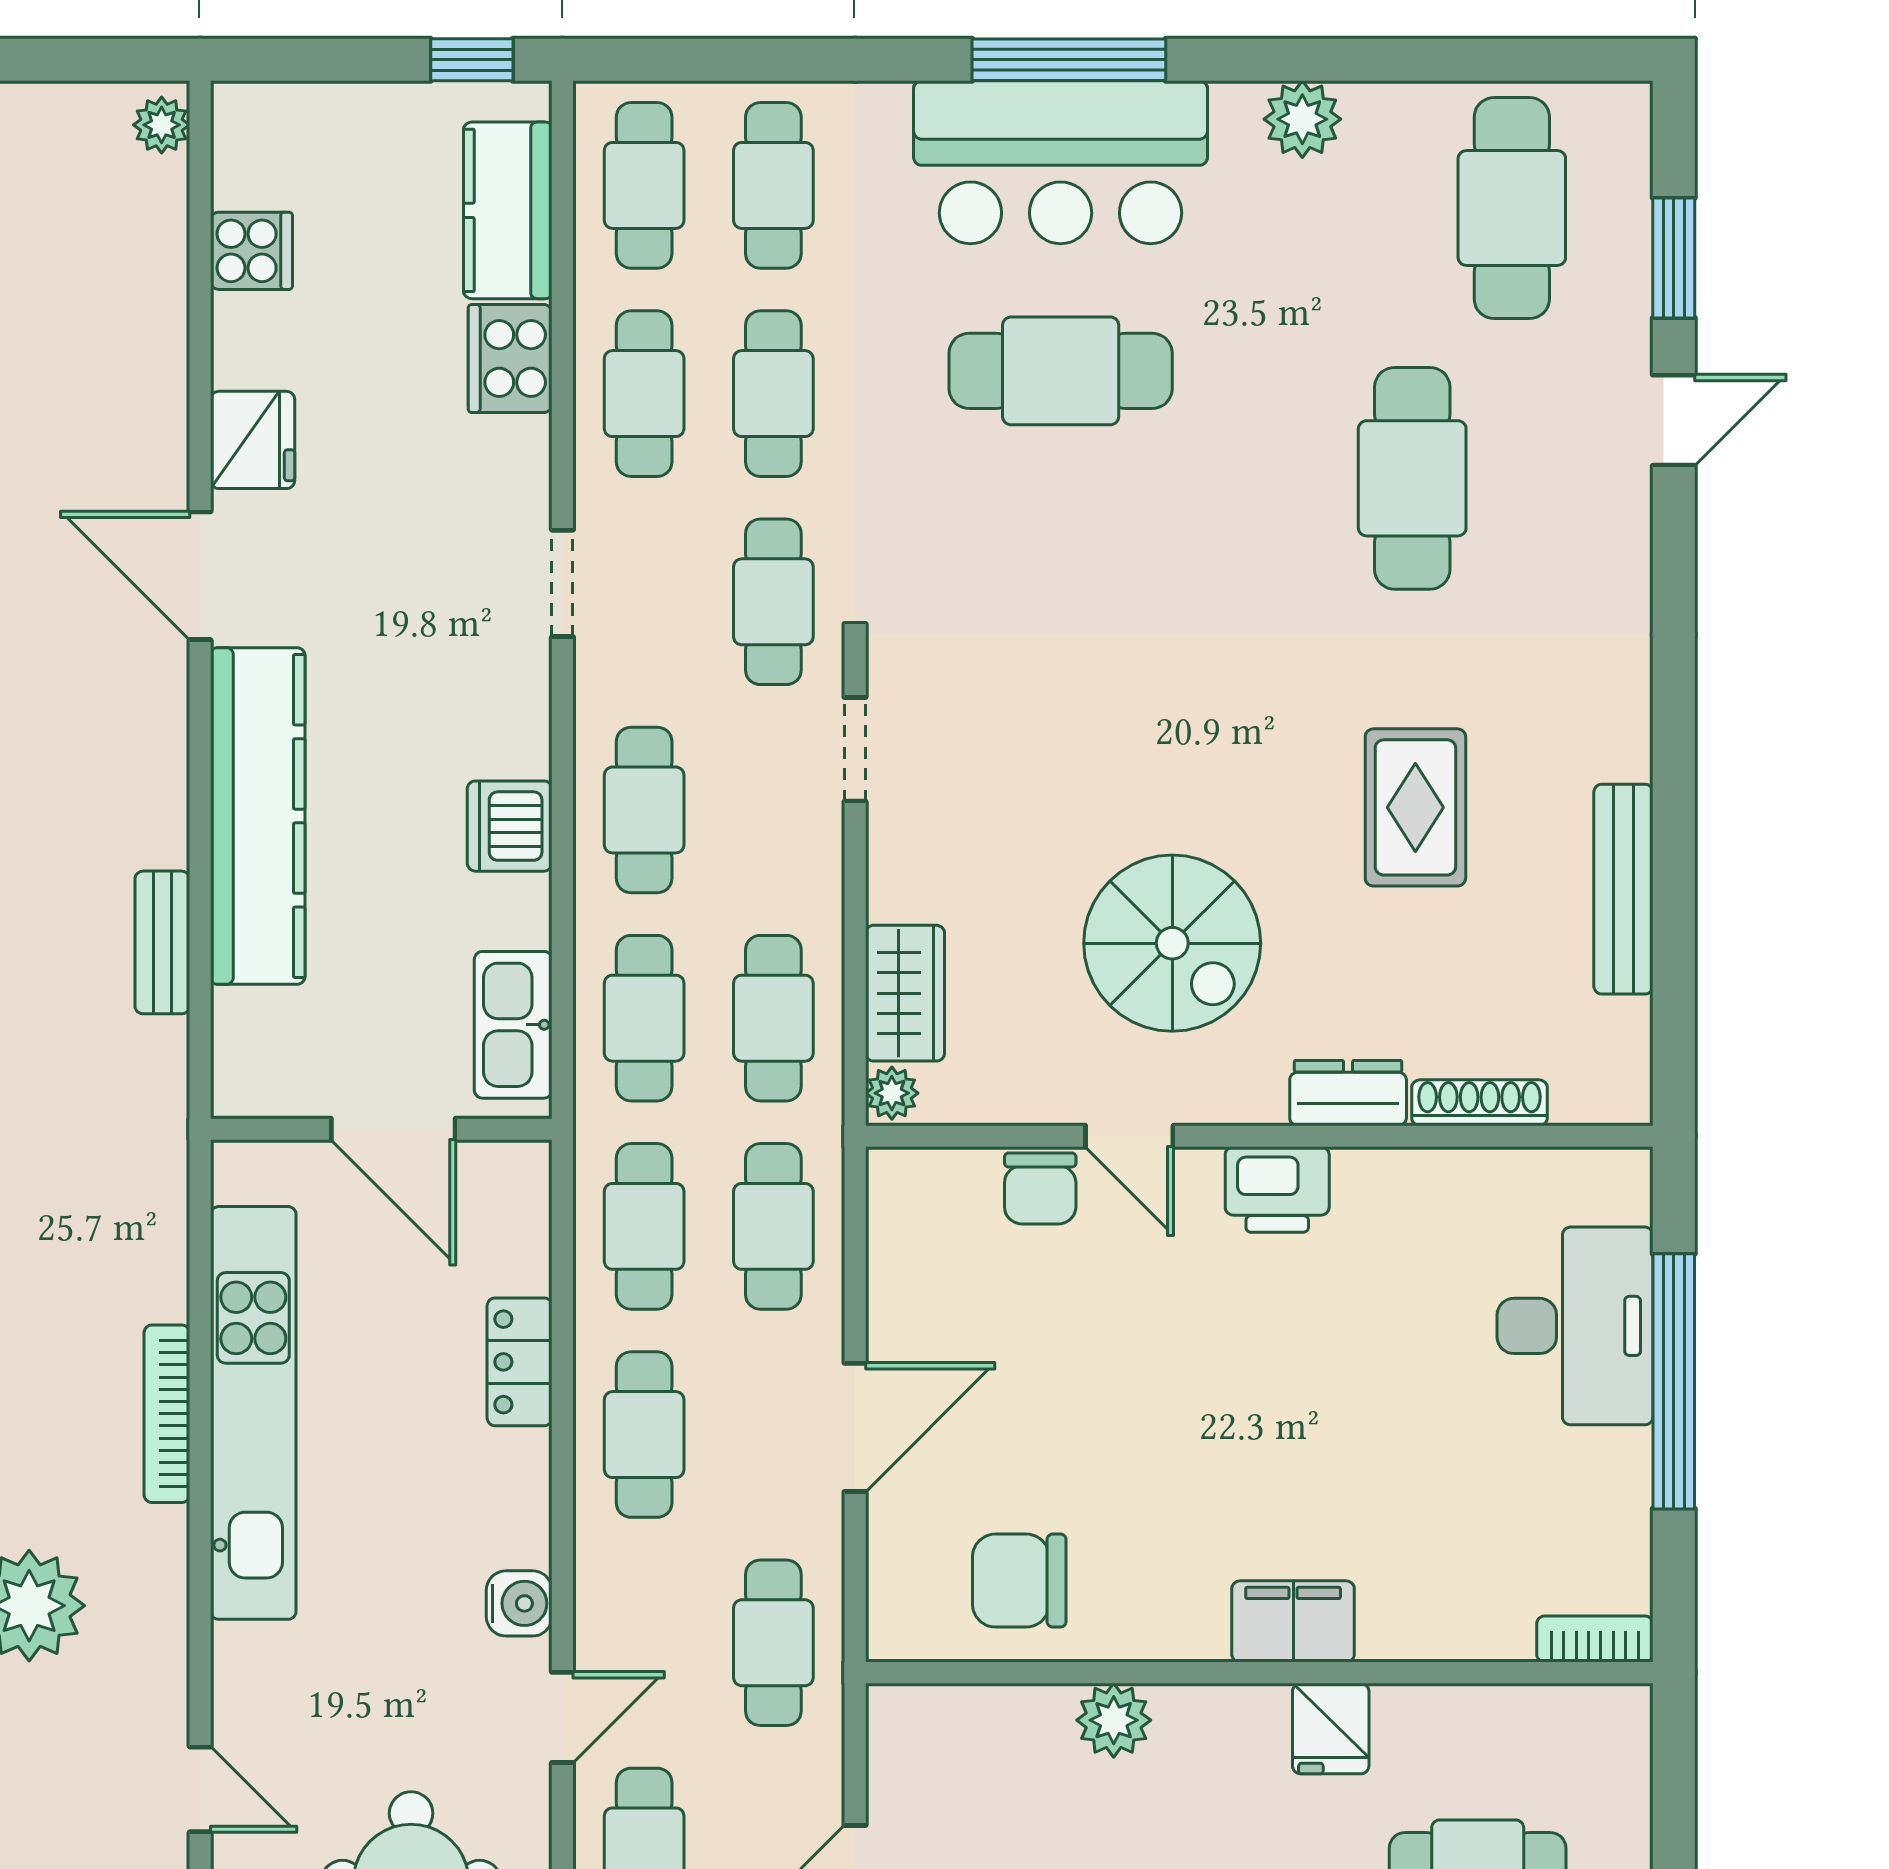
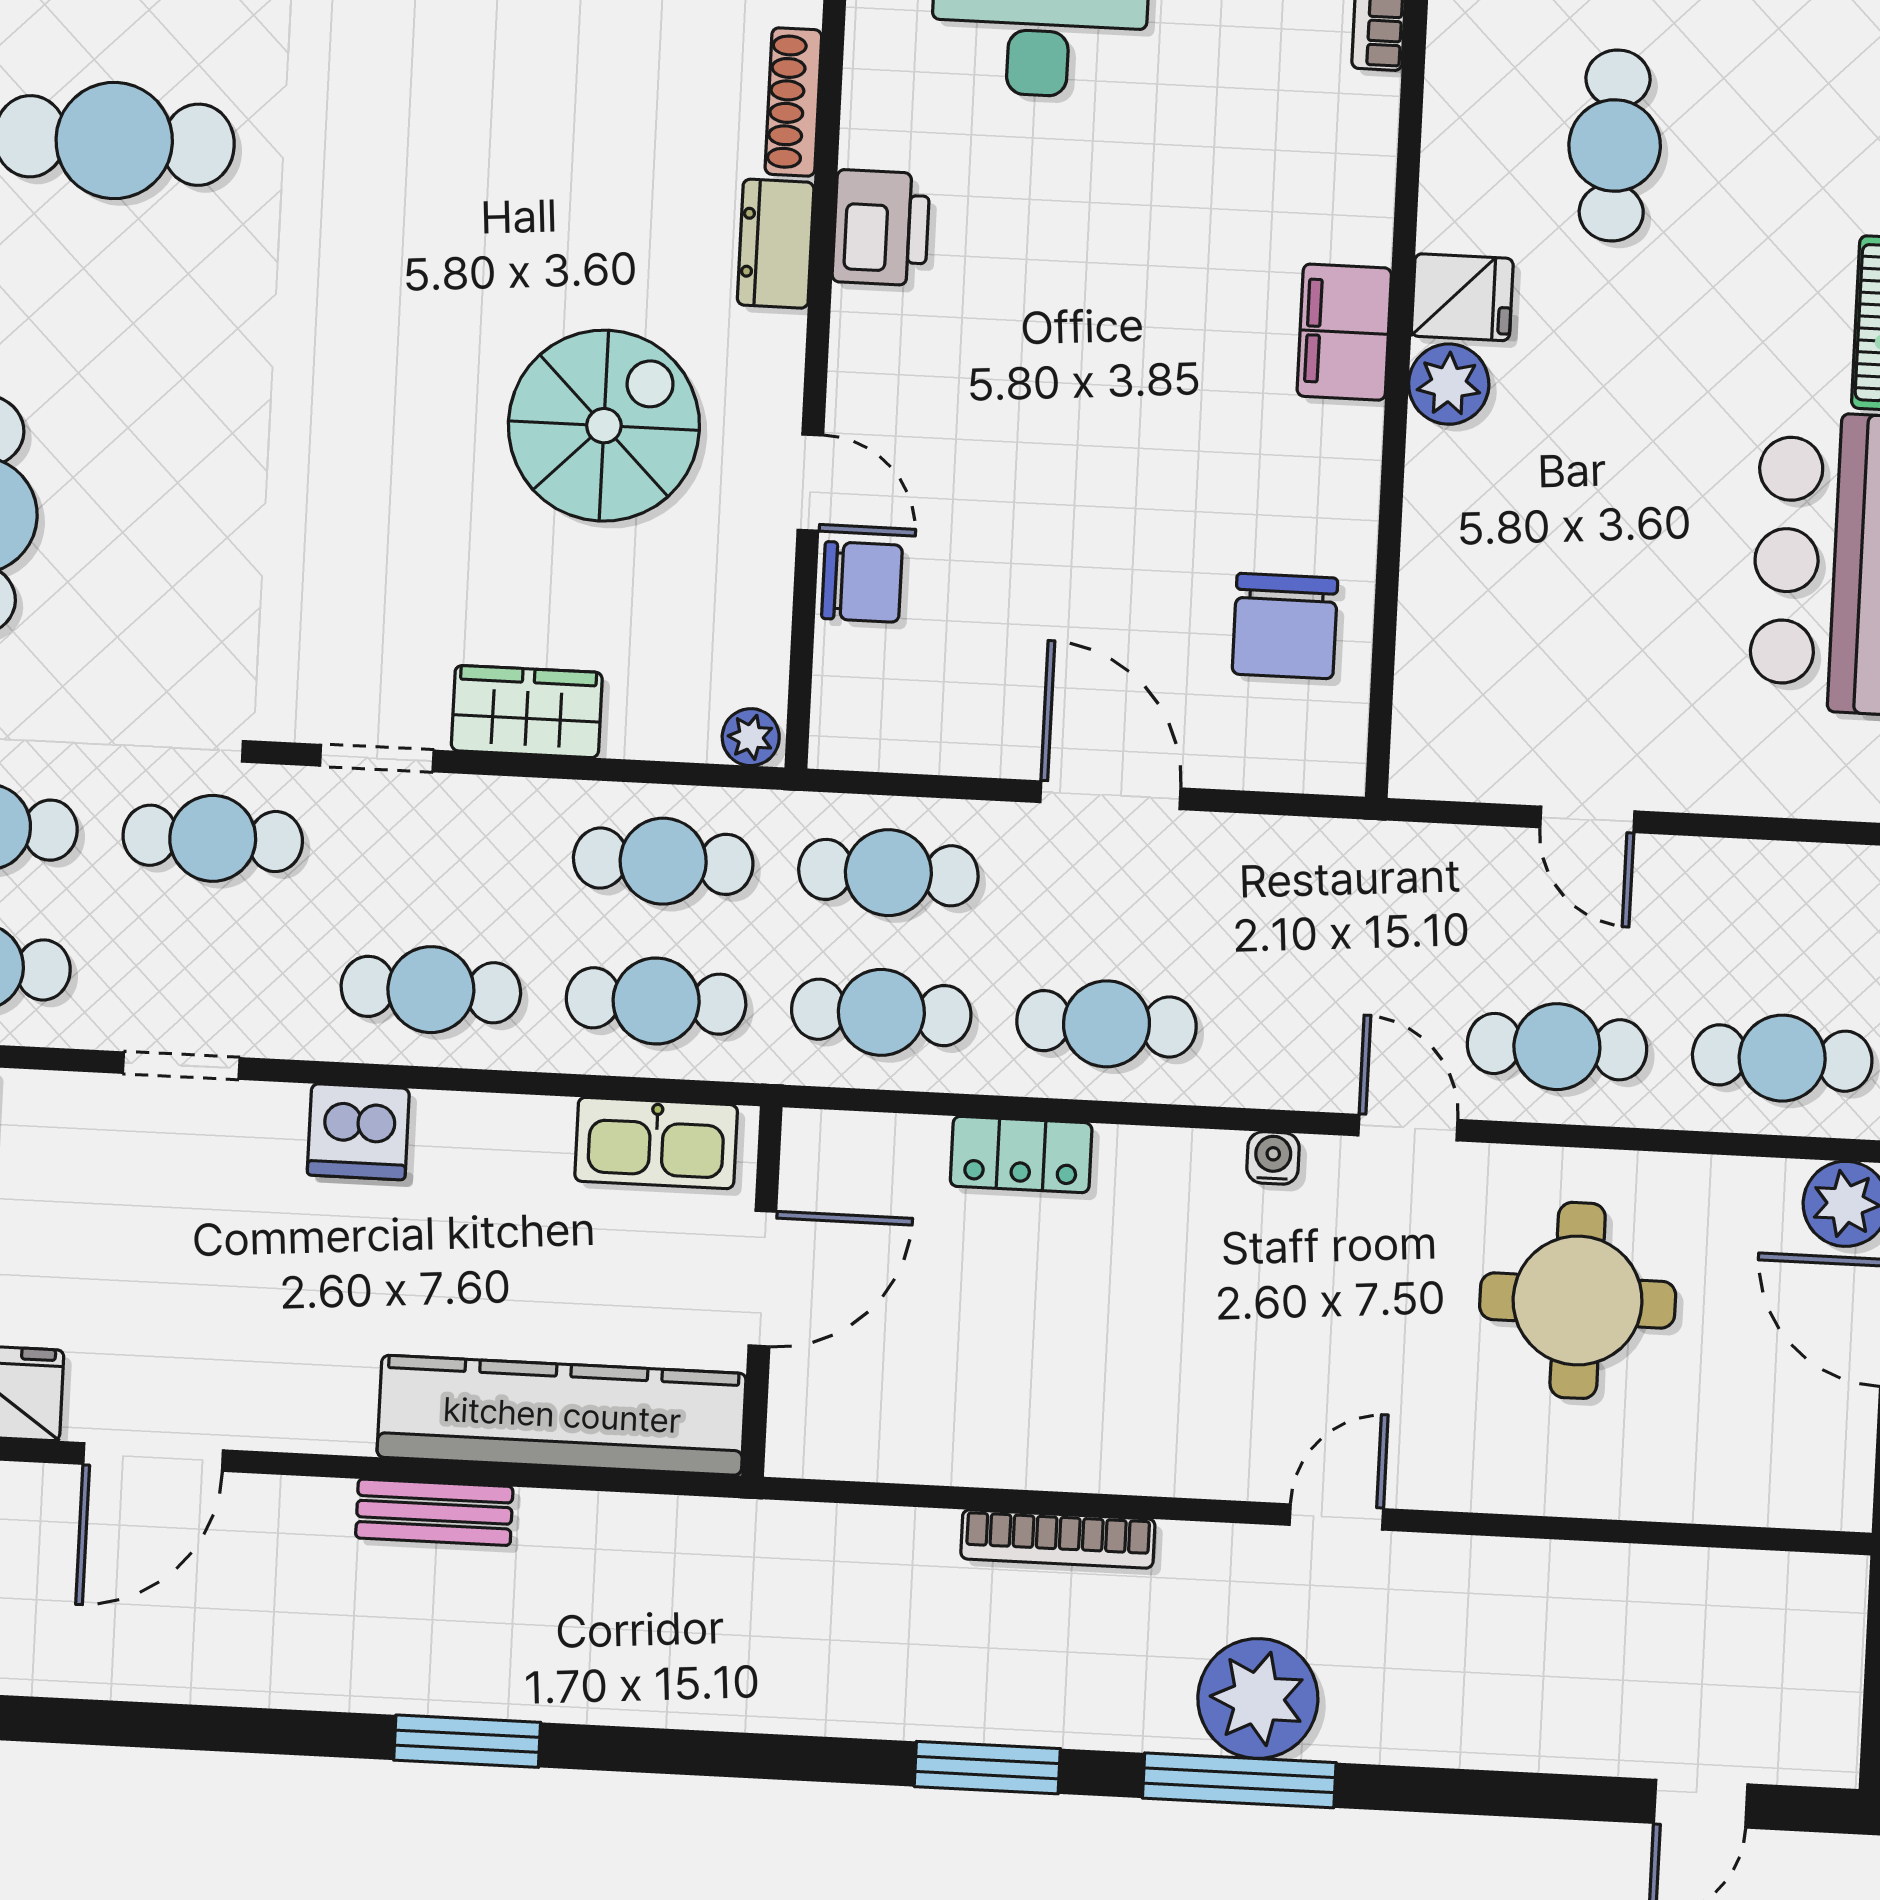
rug: (1415, 807) -> (470, 155), removed
kitchen counter: (258, 816) -> (562, 1415), moved
dishwasher: (510, 826) -> (358, 1132), moved
bench: (162, 942) -> (434, 1512), moved
wardrobe: (905, 993) -> (527, 712), moved
door: (1129, 1136) -> (810, 483), hinge flipped
printer: (1277, 1190) -> (881, 228), moved
kitchen unit: (253, 1413) -> (1062, 1445), removed
water cooler: (519, 1603) -> (1273, 1158), width x0.72, depth x0.72
cafe table: (773, 1643) -> (1339, 895), removed
plant: (1114, 1720) -> (1449, 384), moved
door: (200, 1789) -> (1336, 1517), moved

